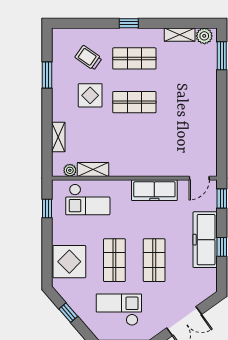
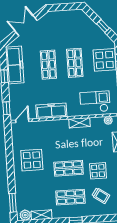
display table: (189, 118) -> (32, 160), added
shelving: (93, 170) -> (79, 123), moved
freezer: (205, 240) -> (15, 65), moved
checkout: (119, 310) -> (70, 30), removed

